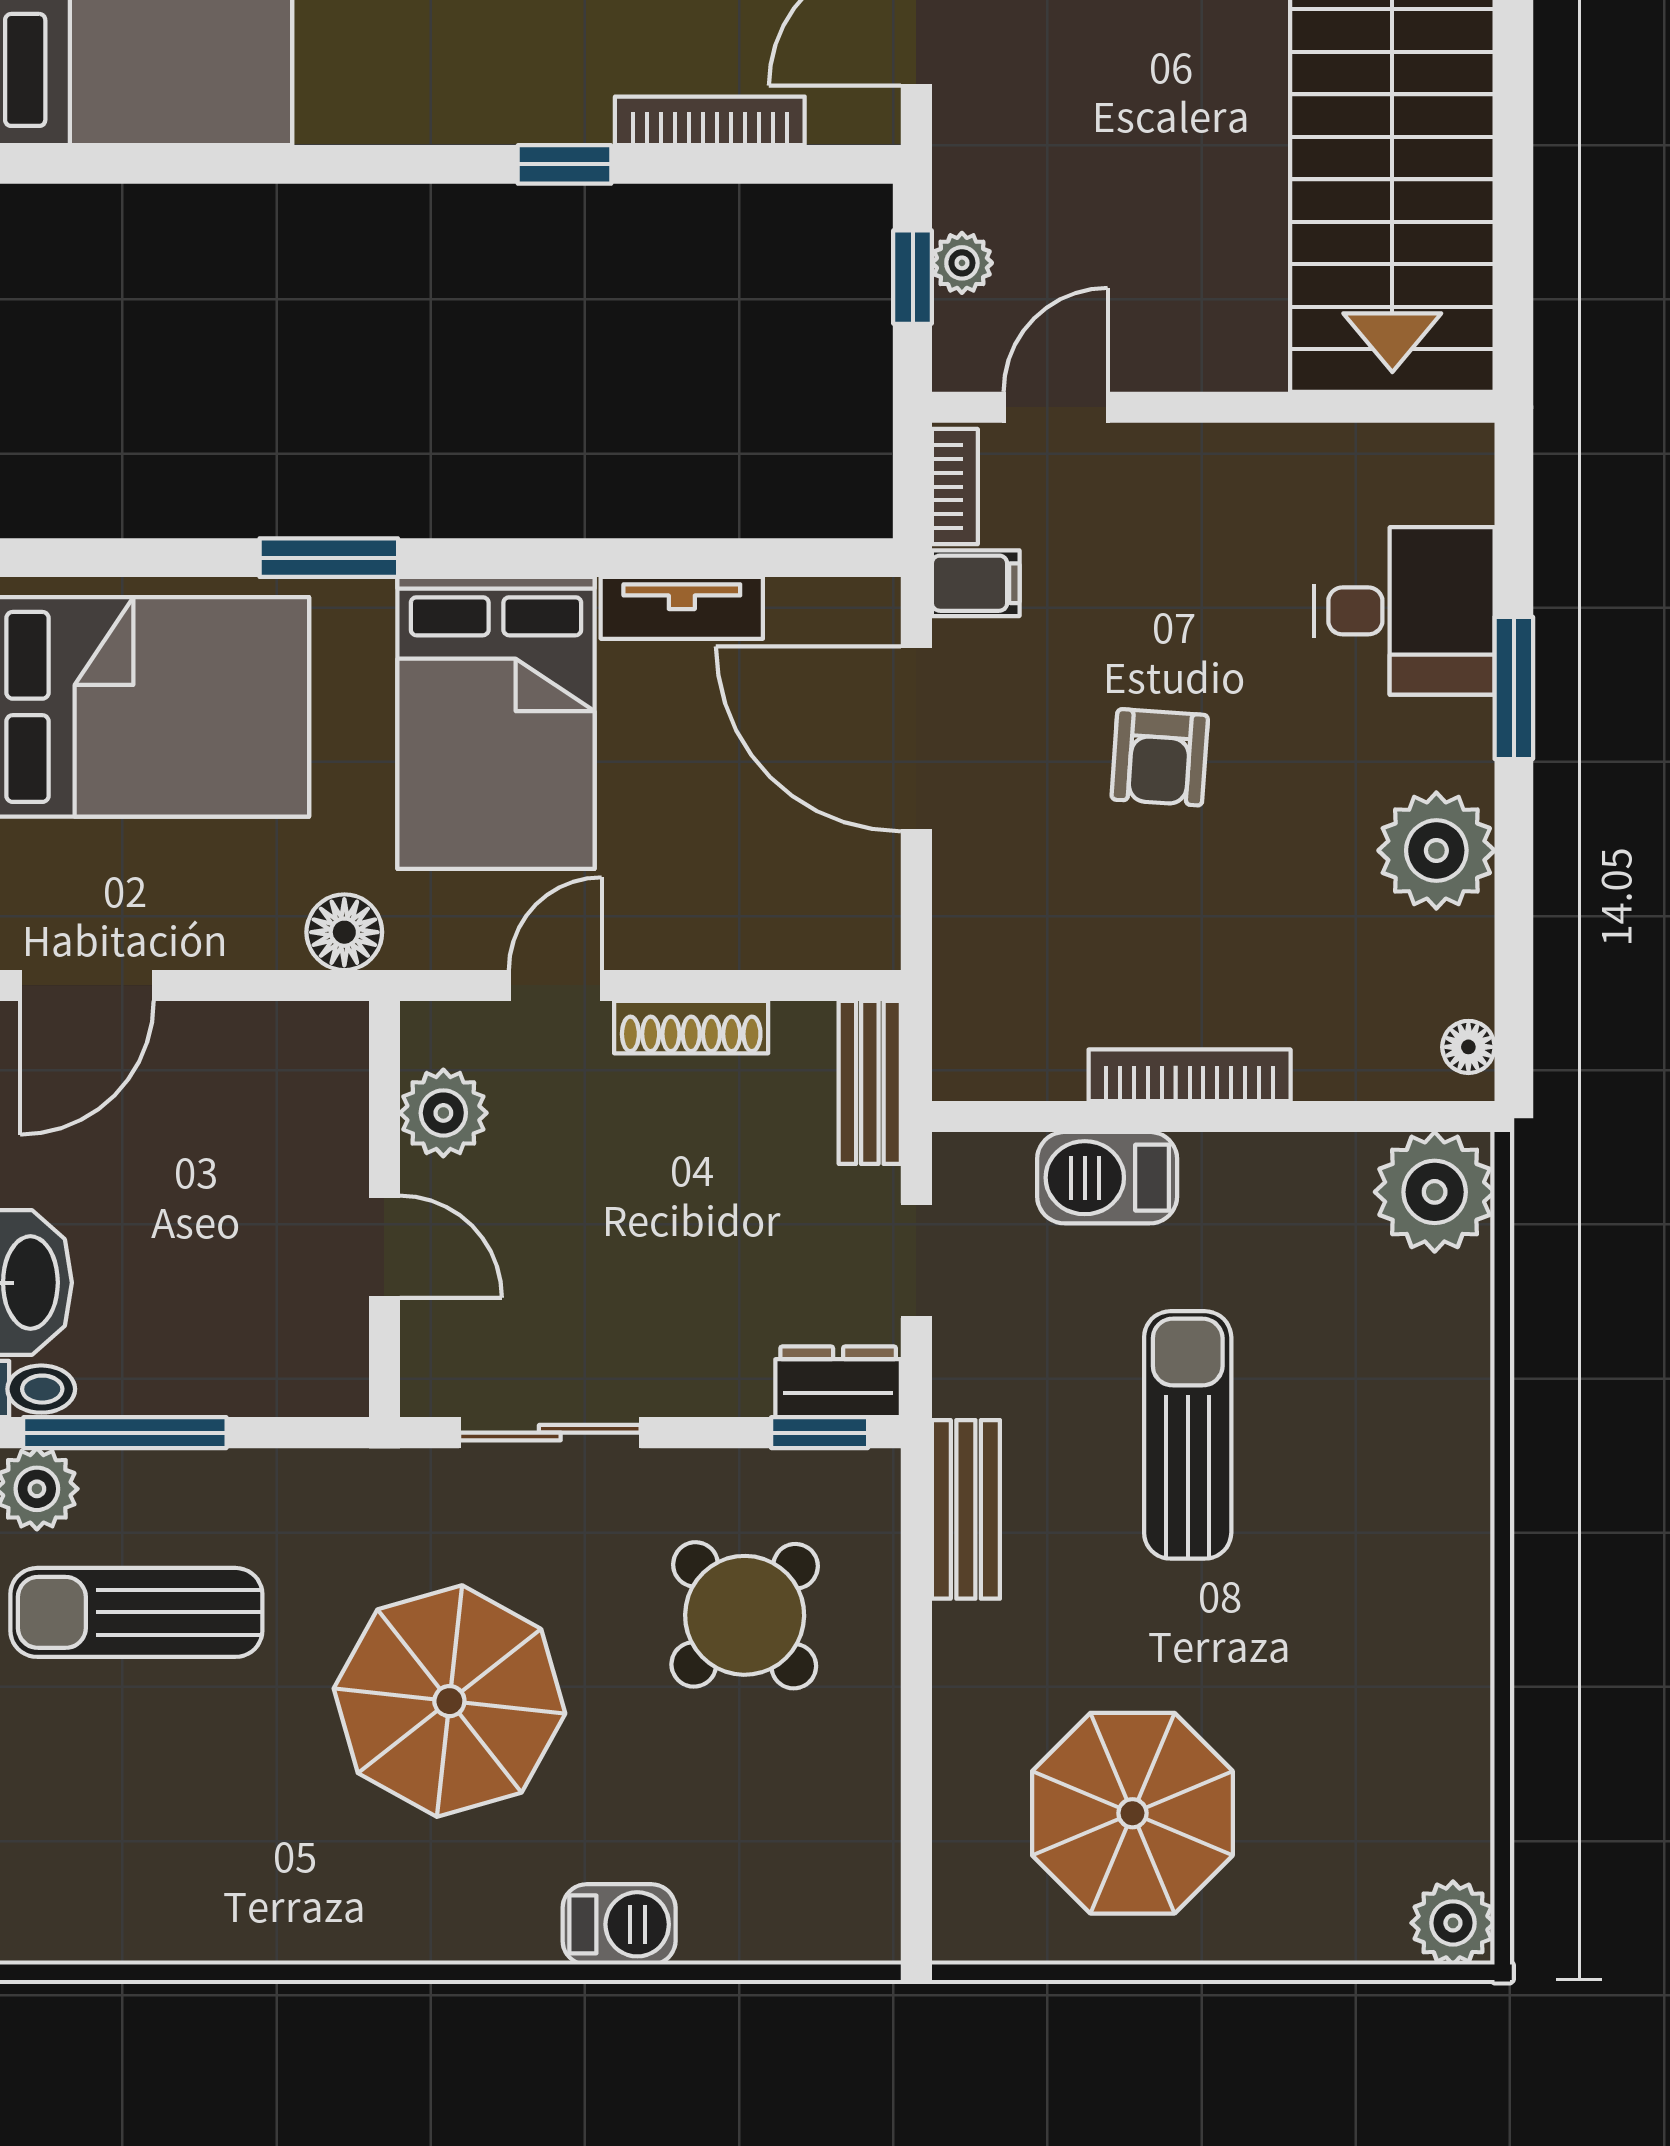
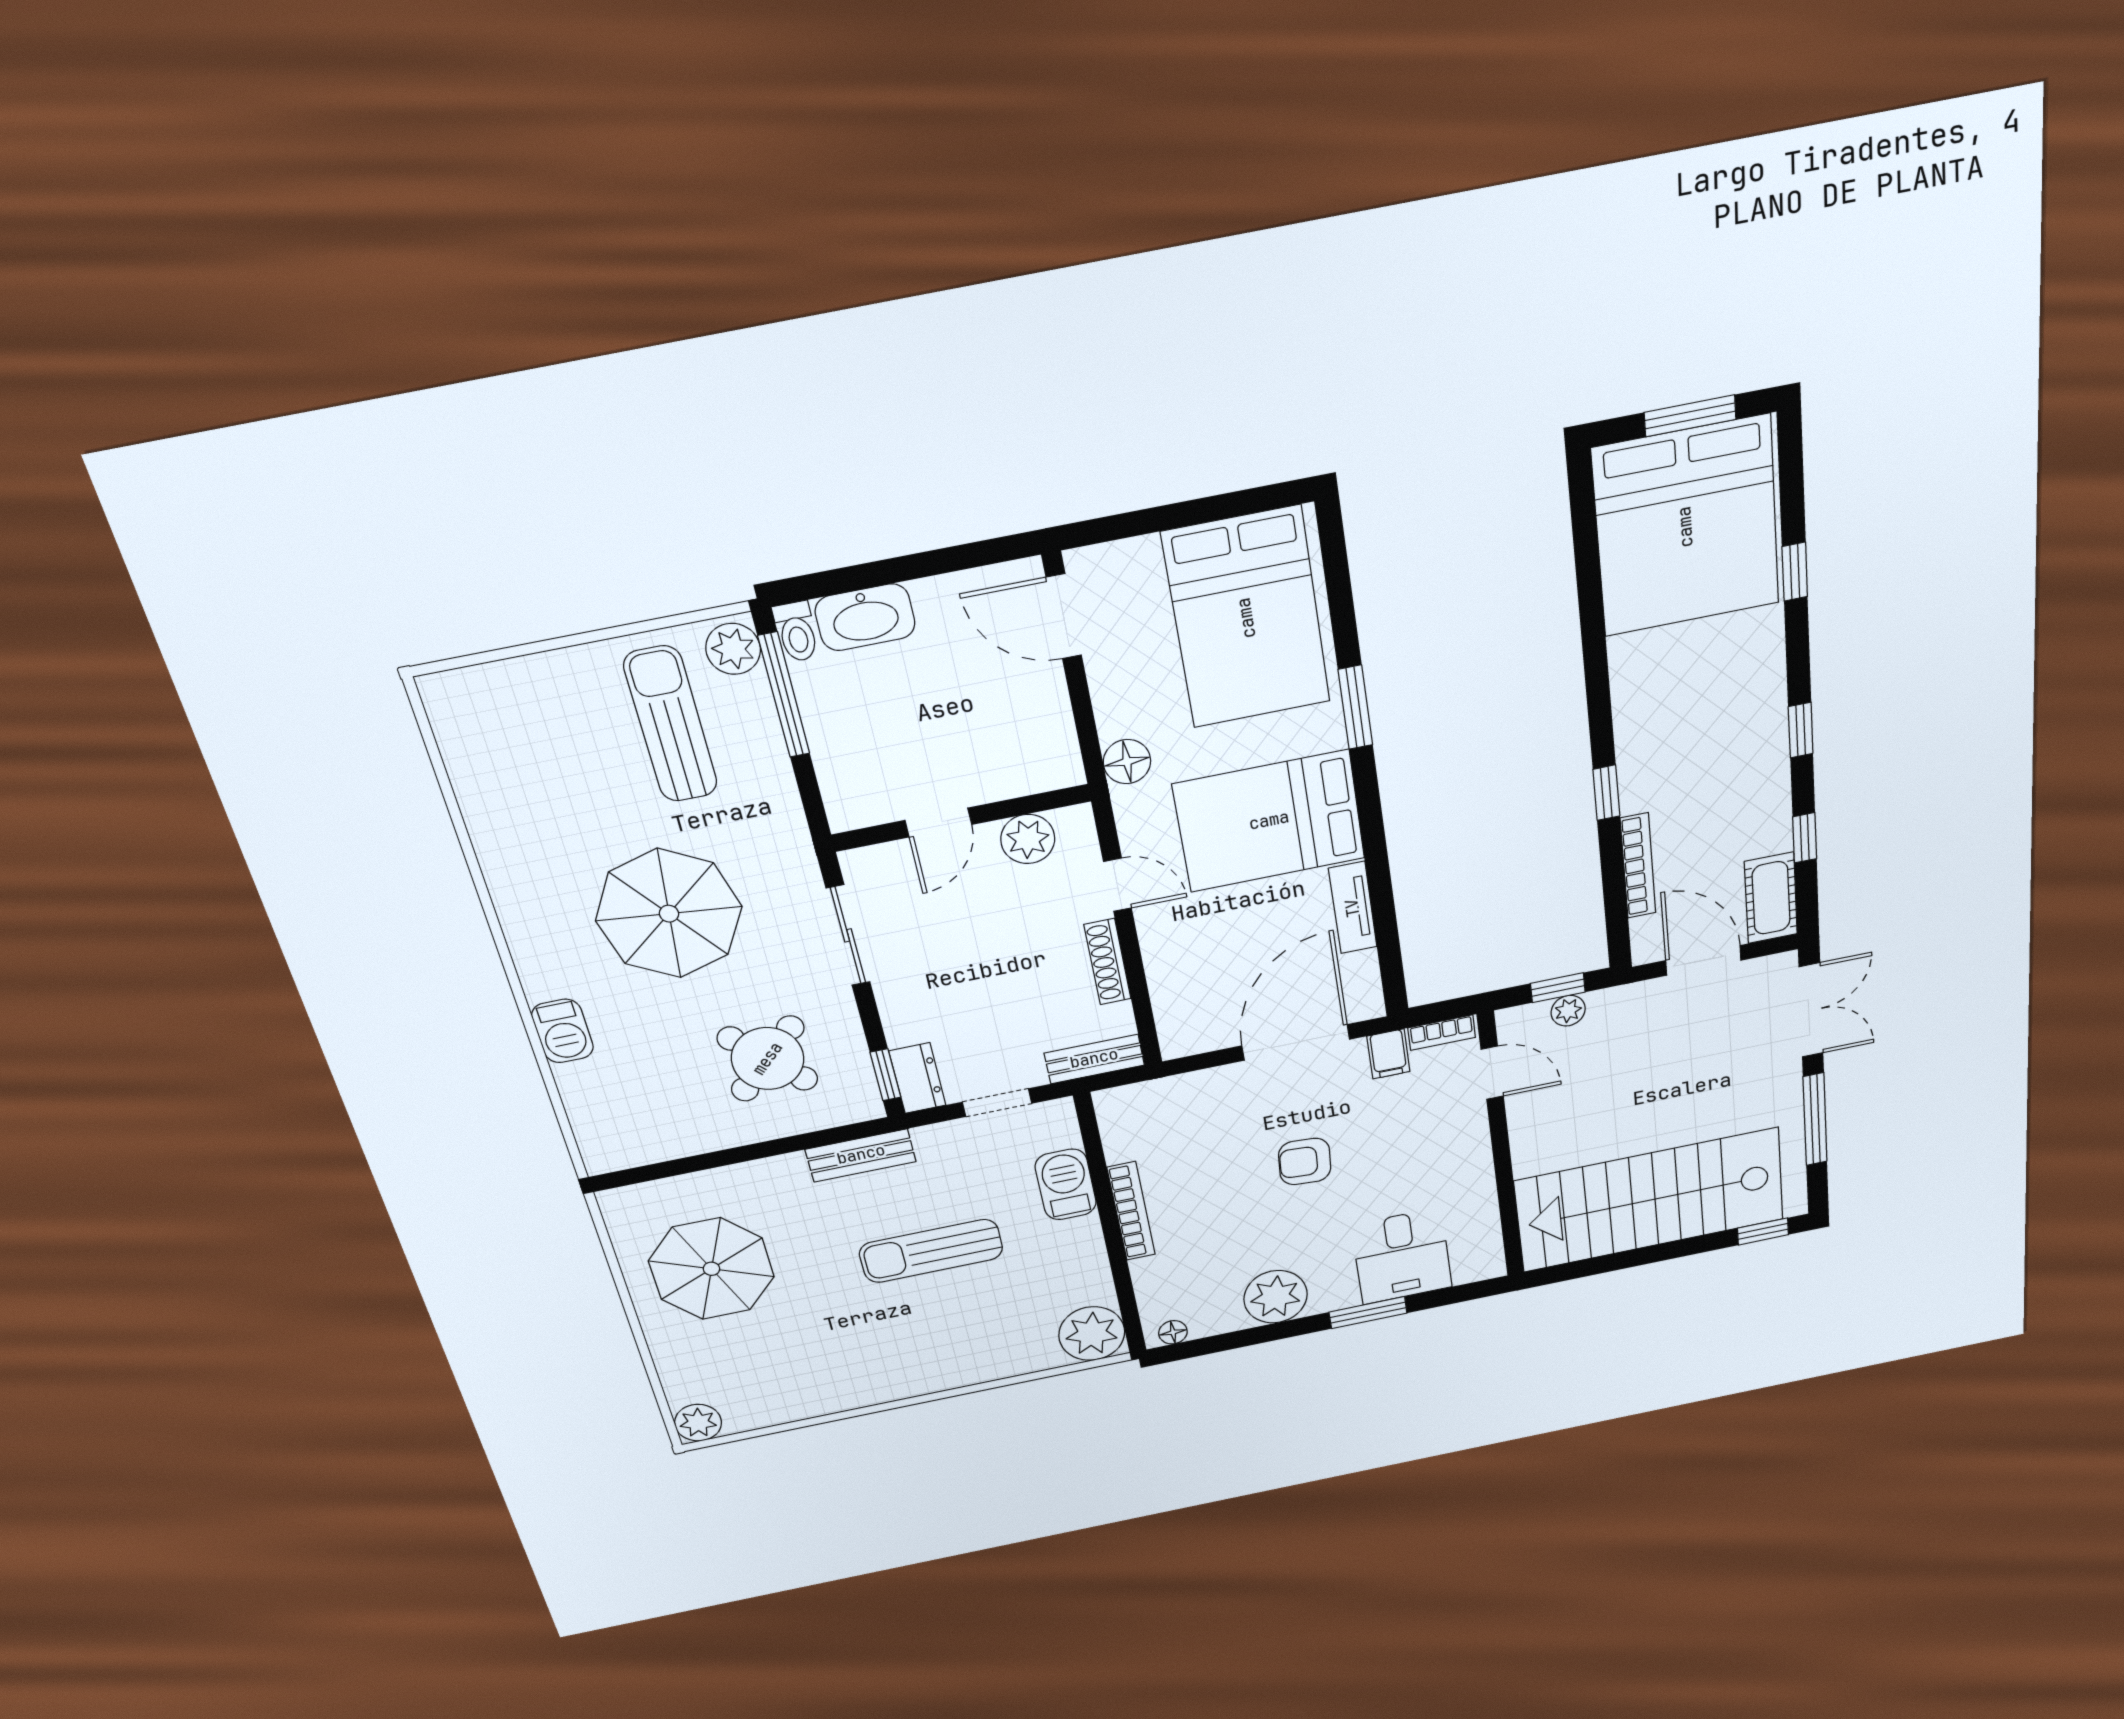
sun lounger: (1188, 1435) -> (931, 1251), turned 180

